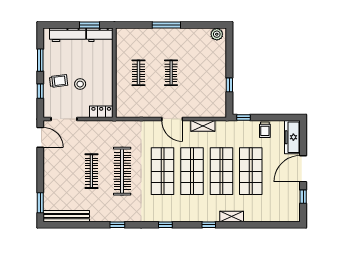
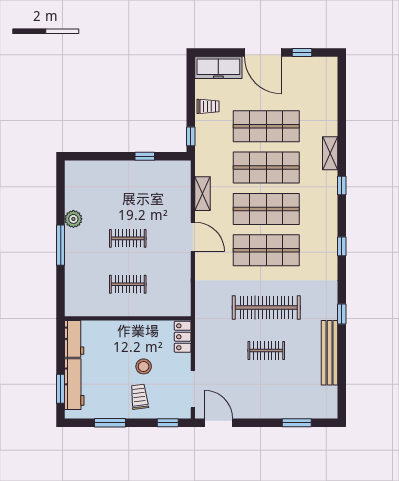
window: (89, 25) -> (61, 389), moved
plant: (217, 34) -> (73, 219), moved
window: (40, 91) -> (168, 423), moved
door: (172, 119) -> (193, 237), hinge flipped
door: (40, 137) -> (219, 423), hinge flipped
clothes rail: (91, 171) -> (266, 351), width x0.73
window: (40, 203) -> (297, 423), moved
bench: (66, 216) -> (330, 353), moved

